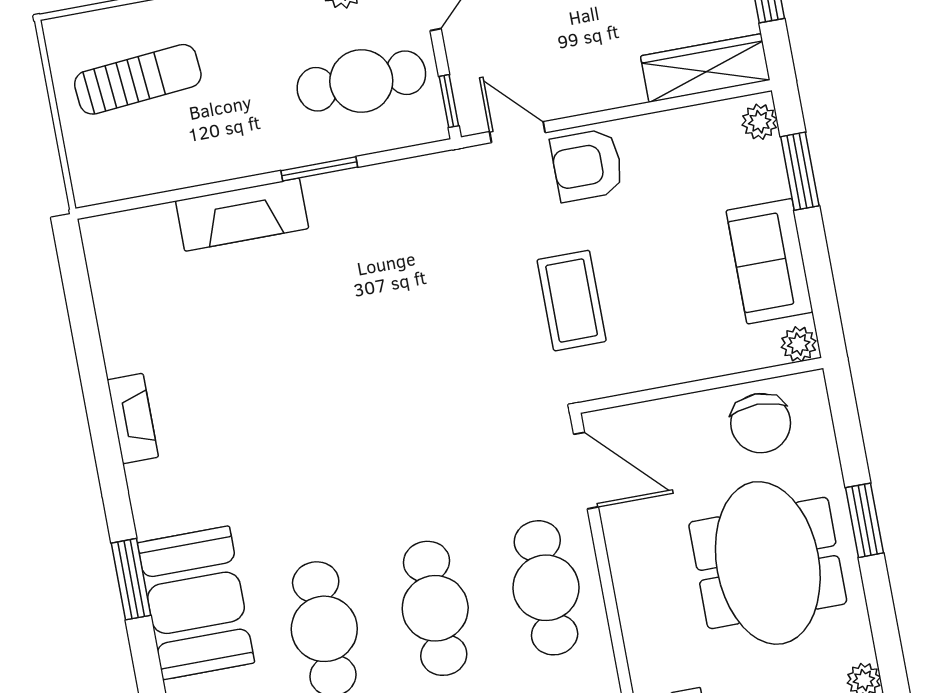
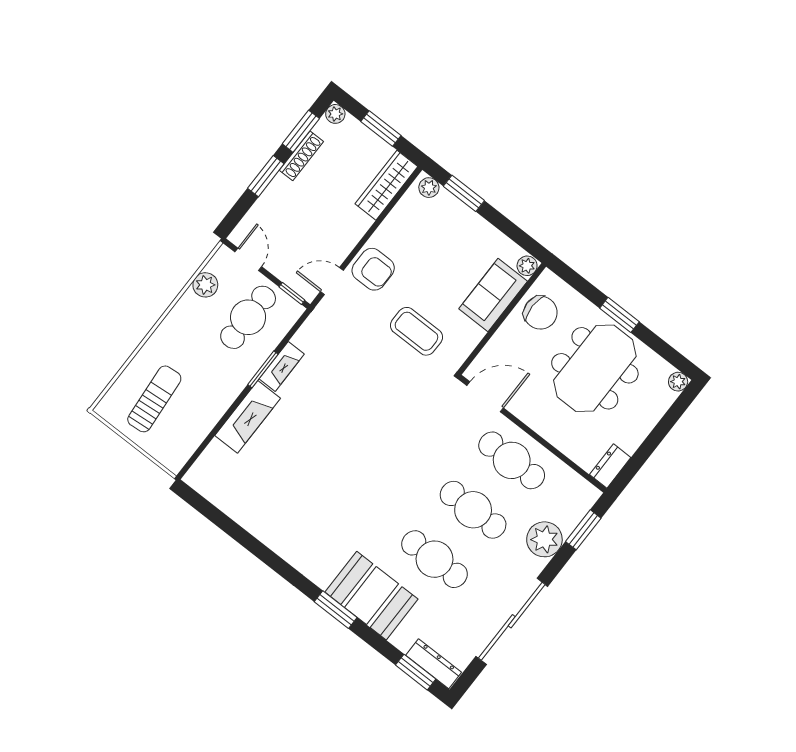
armchair: (587, 165) -> (373, 269), turned -90
sofa: (770, 261) -> (493, 295), moved, turned 90
fireplace: (133, 418) -> (282, 366), moved, turned 90
meeting table: (768, 563) -> (595, 368), turned 90

